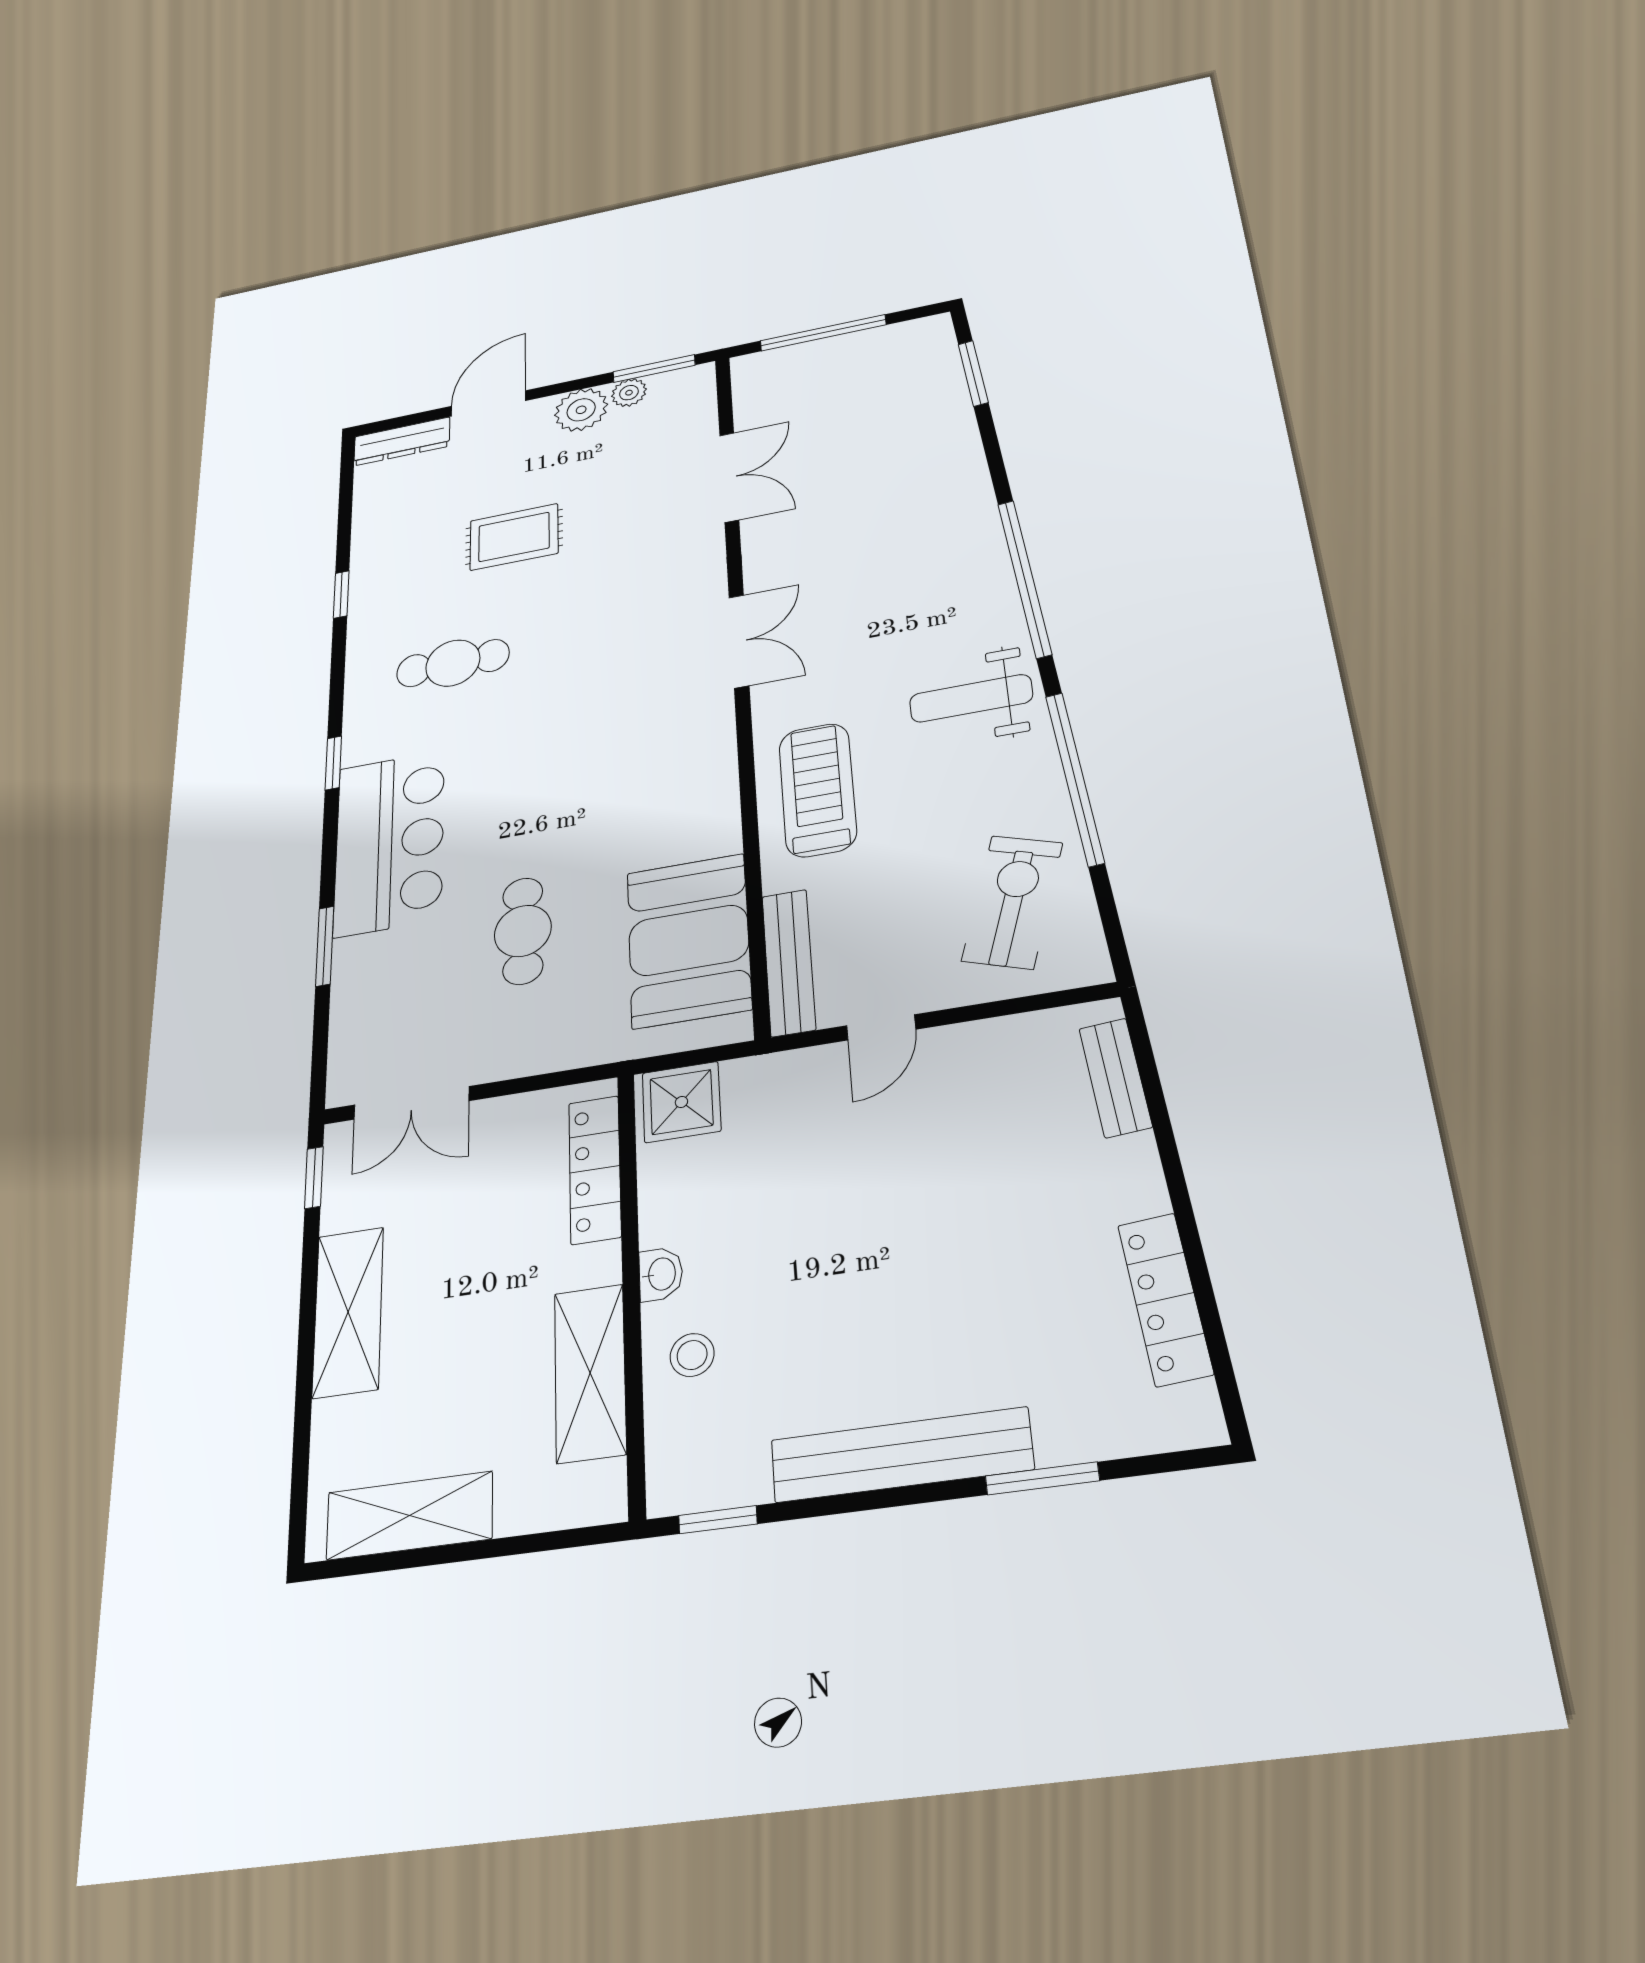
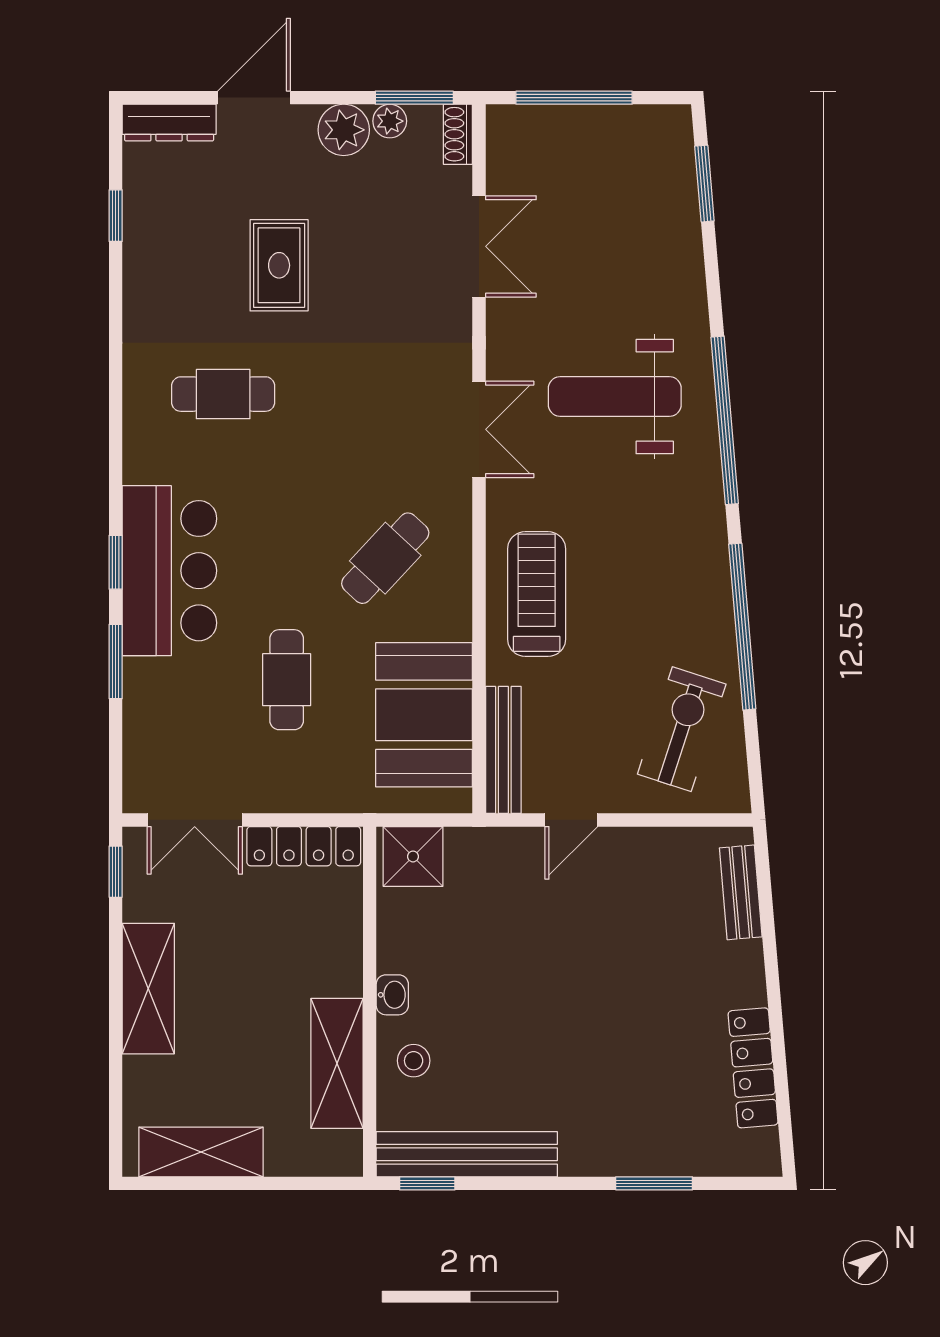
shoe rack: (701, 388) -> (458, 134), added
rug: (514, 537) -> (279, 265), turned 90
window: (341, 594) -> (116, 216), moved
weight bench: (971, 698) -> (615, 397), moved, width x1.36, depth x1.33
window: (333, 763) -> (116, 562), moved
cafe table: (636, 786) -> (385, 558), added
locker: (595, 1169) -> (304, 846), moved, turned -90
bench: (901, 1455) -> (467, 1154), moved

